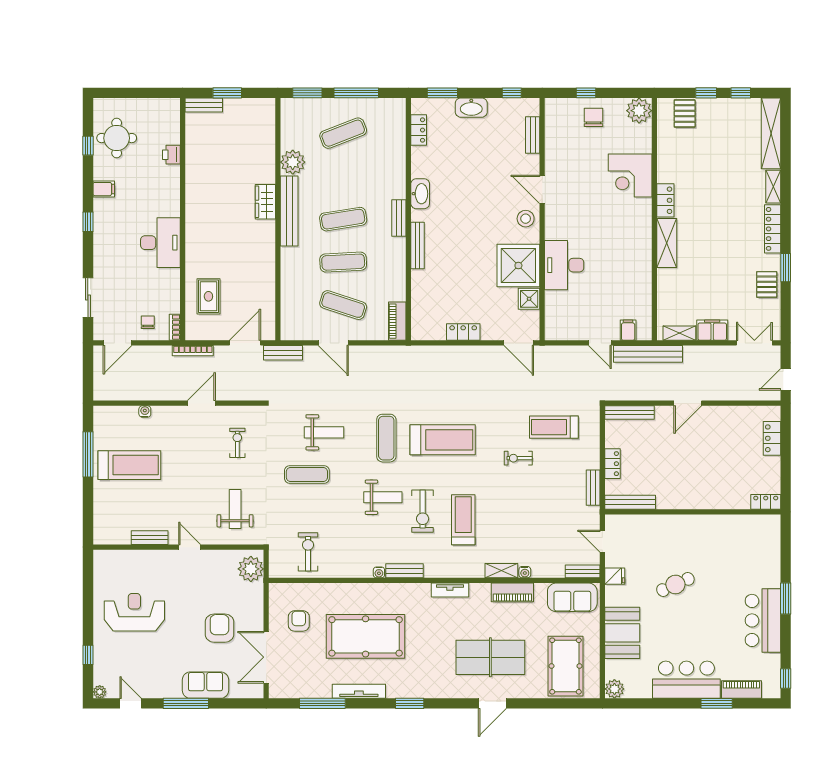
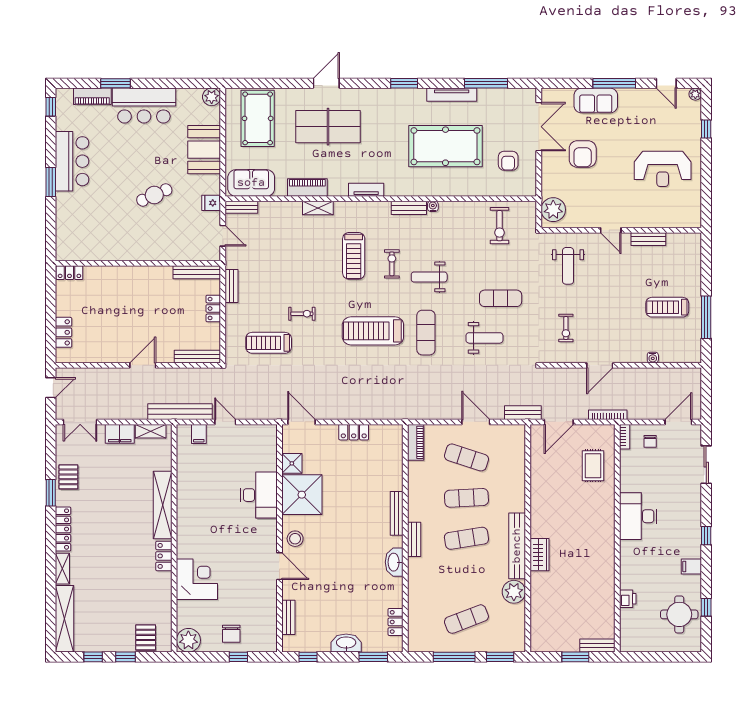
shelving: (667, 243) -> (163, 505), width x1.47
treadmill: (554, 427) -> (269, 343), turned 180
weight bench: (324, 432) -> (484, 338), turned 180
treadmill: (129, 465) -> (667, 307), width x0.73, depth x0.73
exercise bike: (423, 511) -> (392, 264), width x0.73, depth x0.72
water cooler: (525, 572) -> (296, 207), removed

